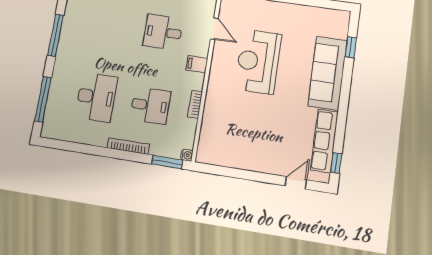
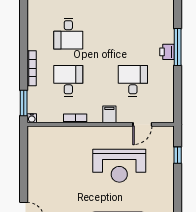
reception desk: (258, 62) -> (119, 166), turned 180
desk: (96, 97) -> (68, 34), width x0.73
desk: (150, 105) -> (68, 81), turned 180

